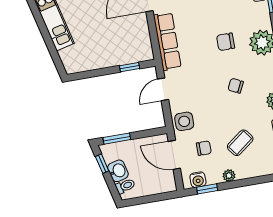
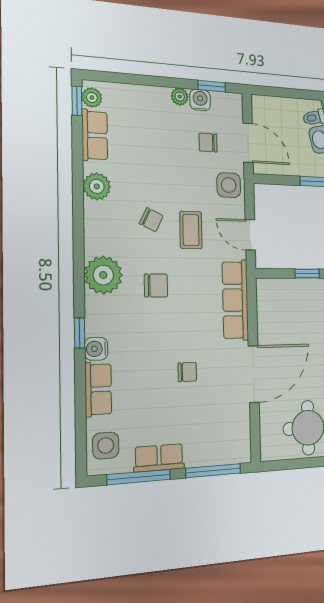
window: (130, 67) -> (307, 274), moved
door: (163, 89) -> (250, 235), swing flipped
coffee table: (240, 143) -> (191, 230), moved, turned -53
water cooler: (198, 180) -> (200, 100), moved

